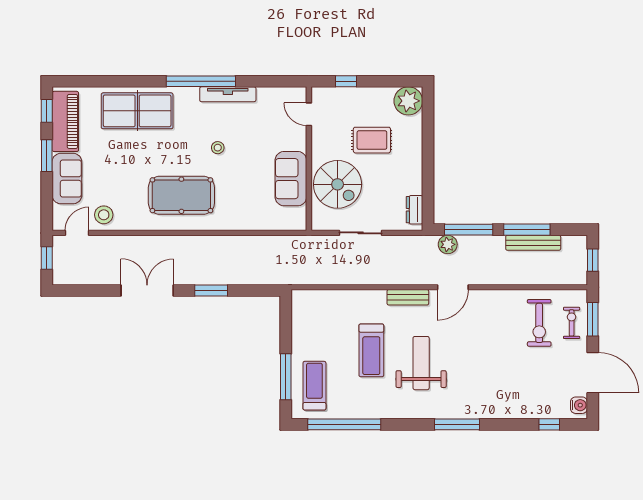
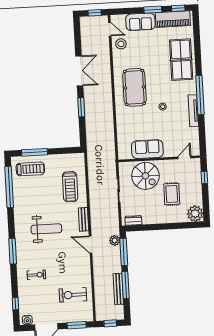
spiral stairs: (338, 184) -> (145, 176), turned -90
exercise bike: (572, 323) -> (36, 275), moved
treadmill: (371, 350) -> (70, 187), moved, turned -90

